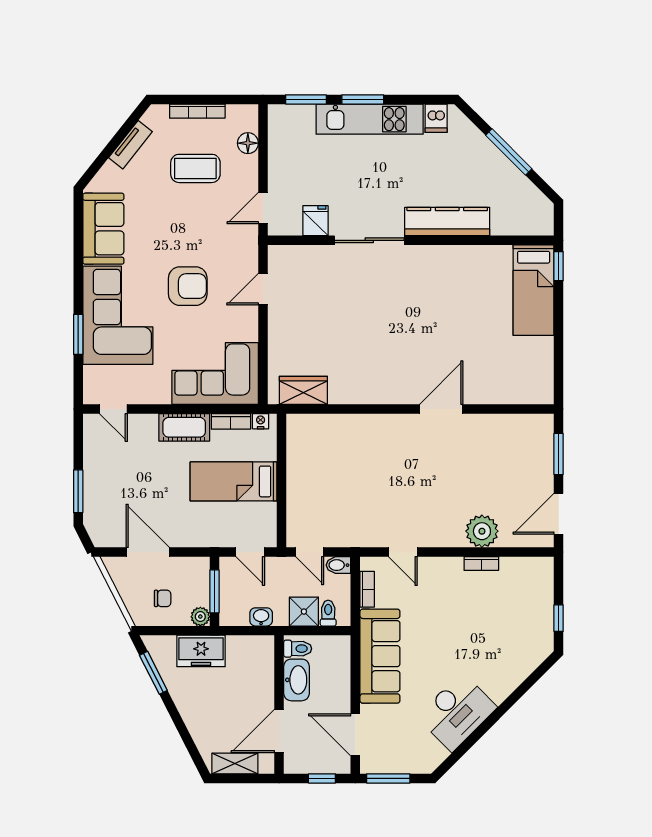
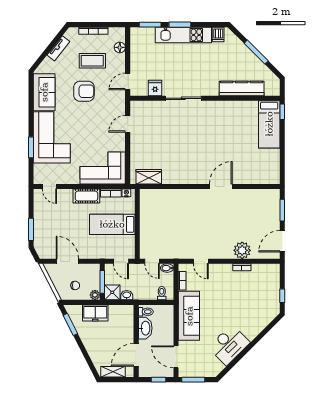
kitchen counter: (447, 222) -> (242, 88), moved
armchair: (188, 286) -> (84, 91), moved
shower: (304, 612) -> (112, 292), moved

